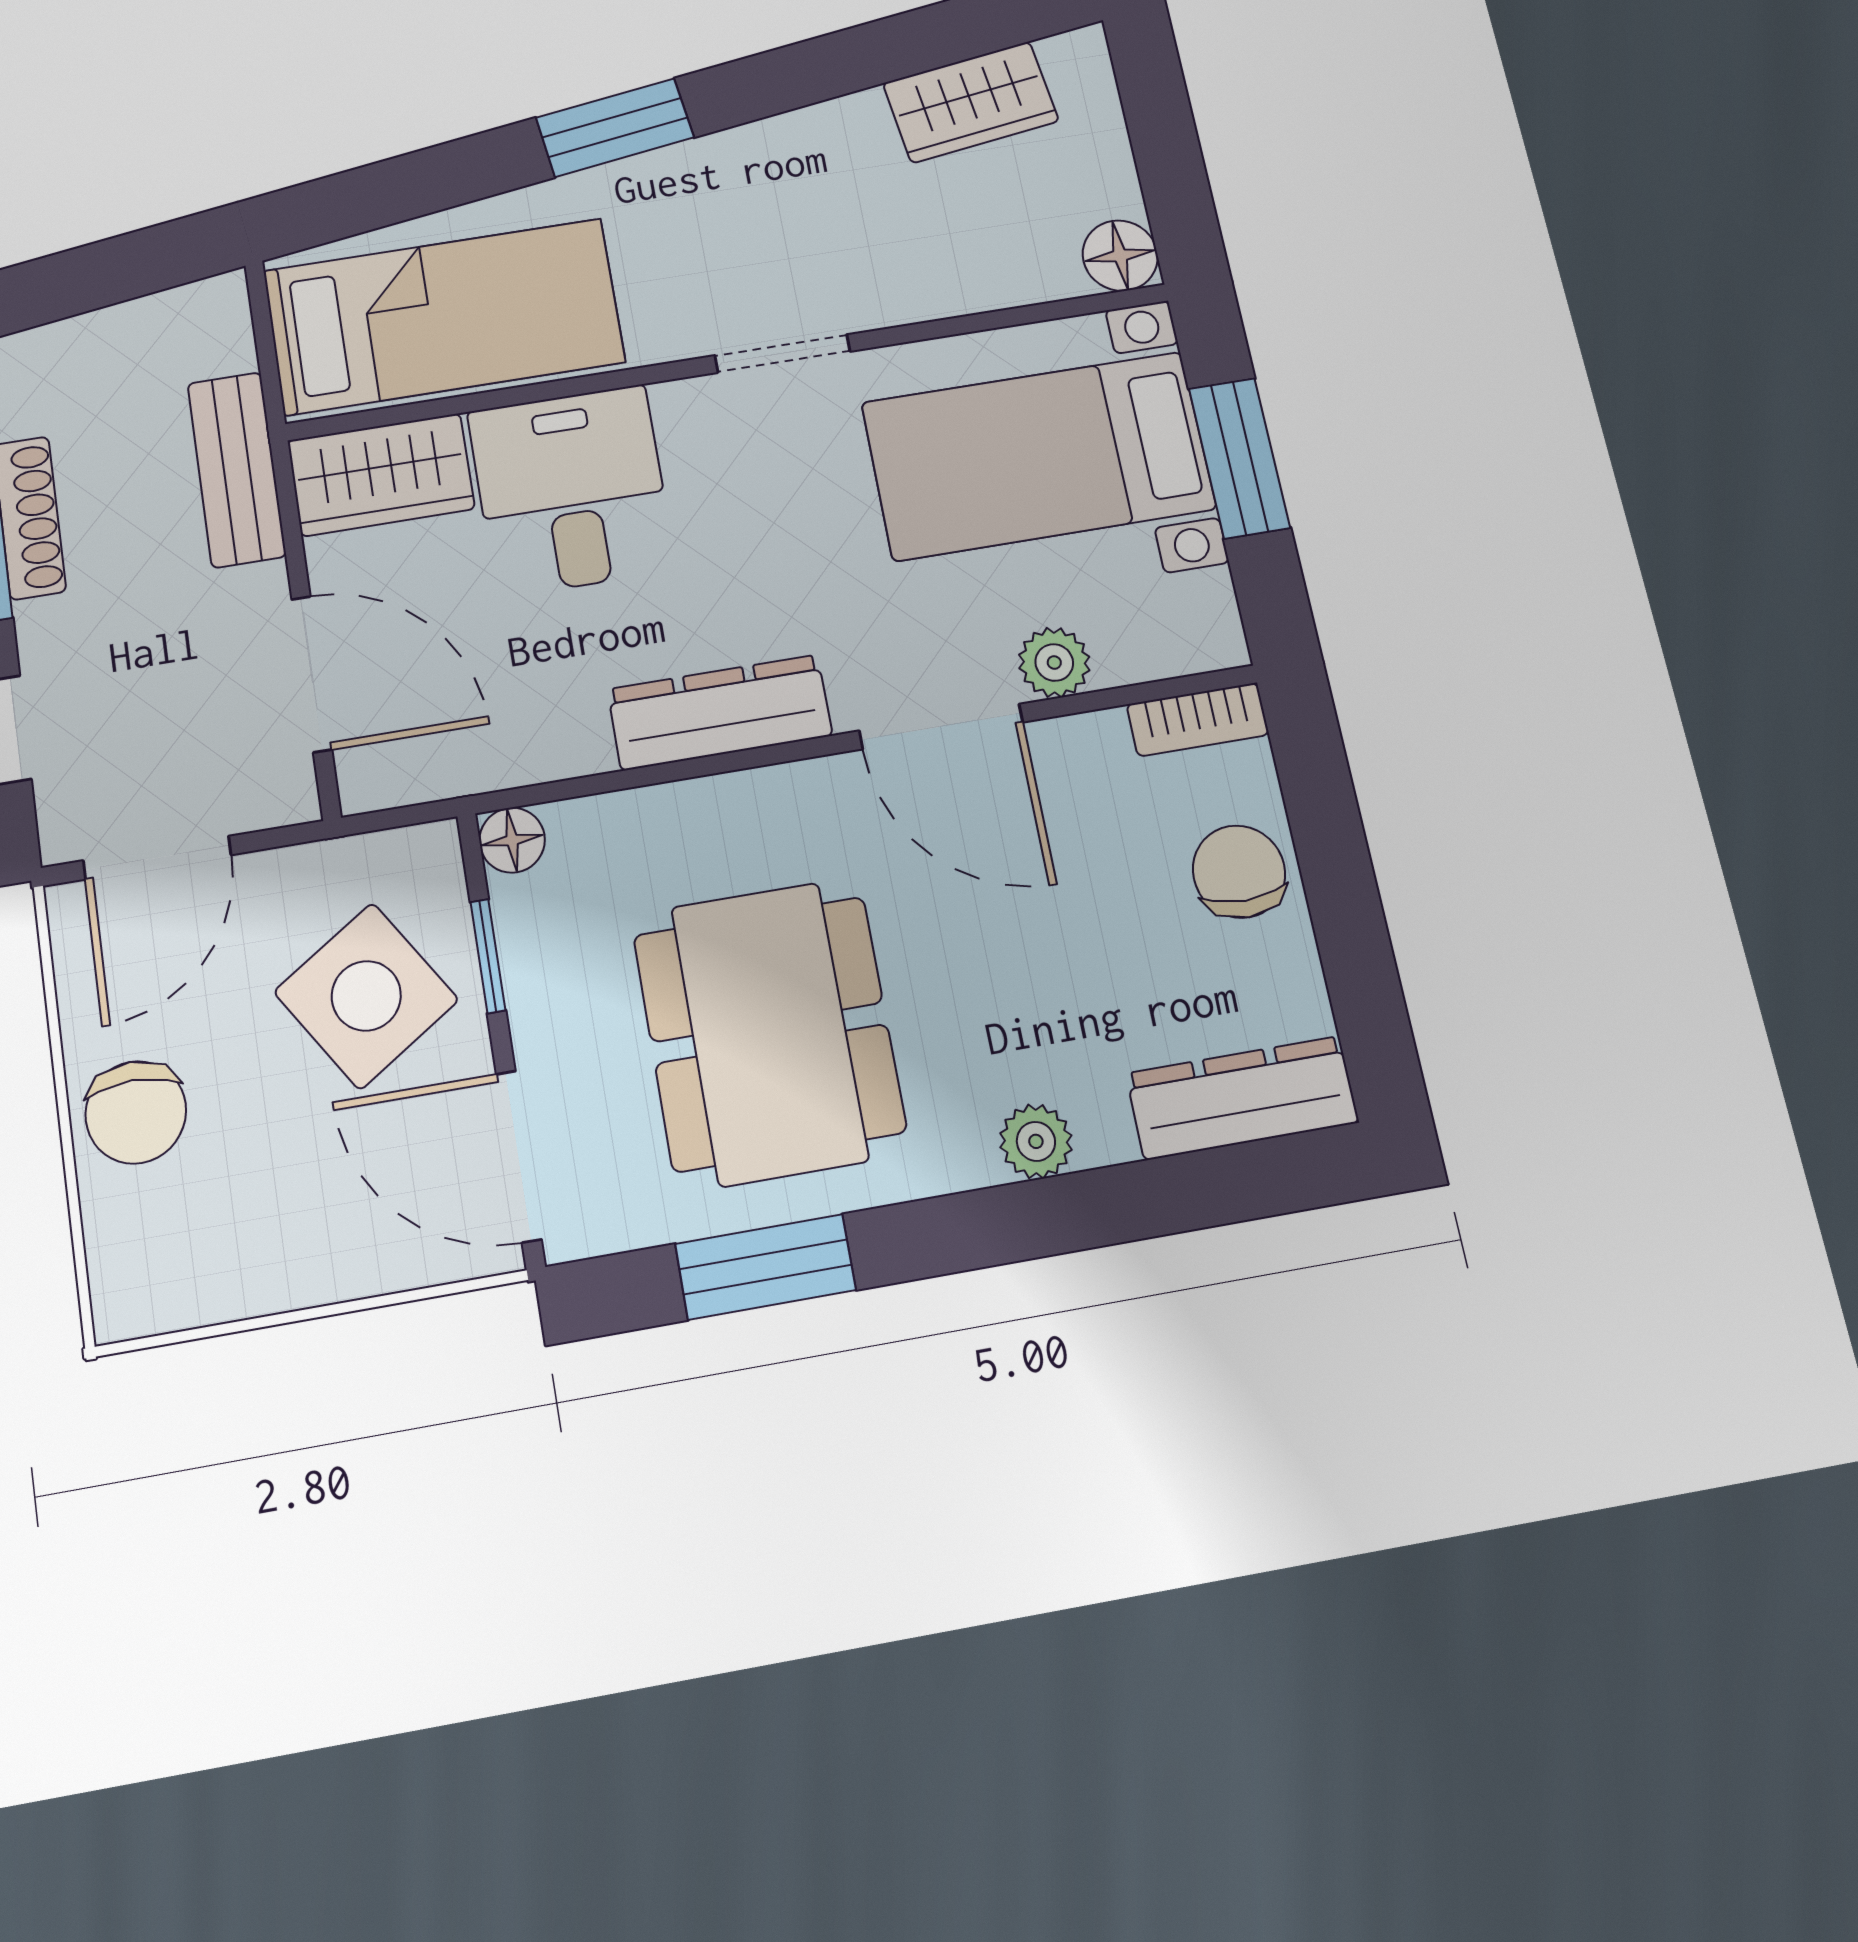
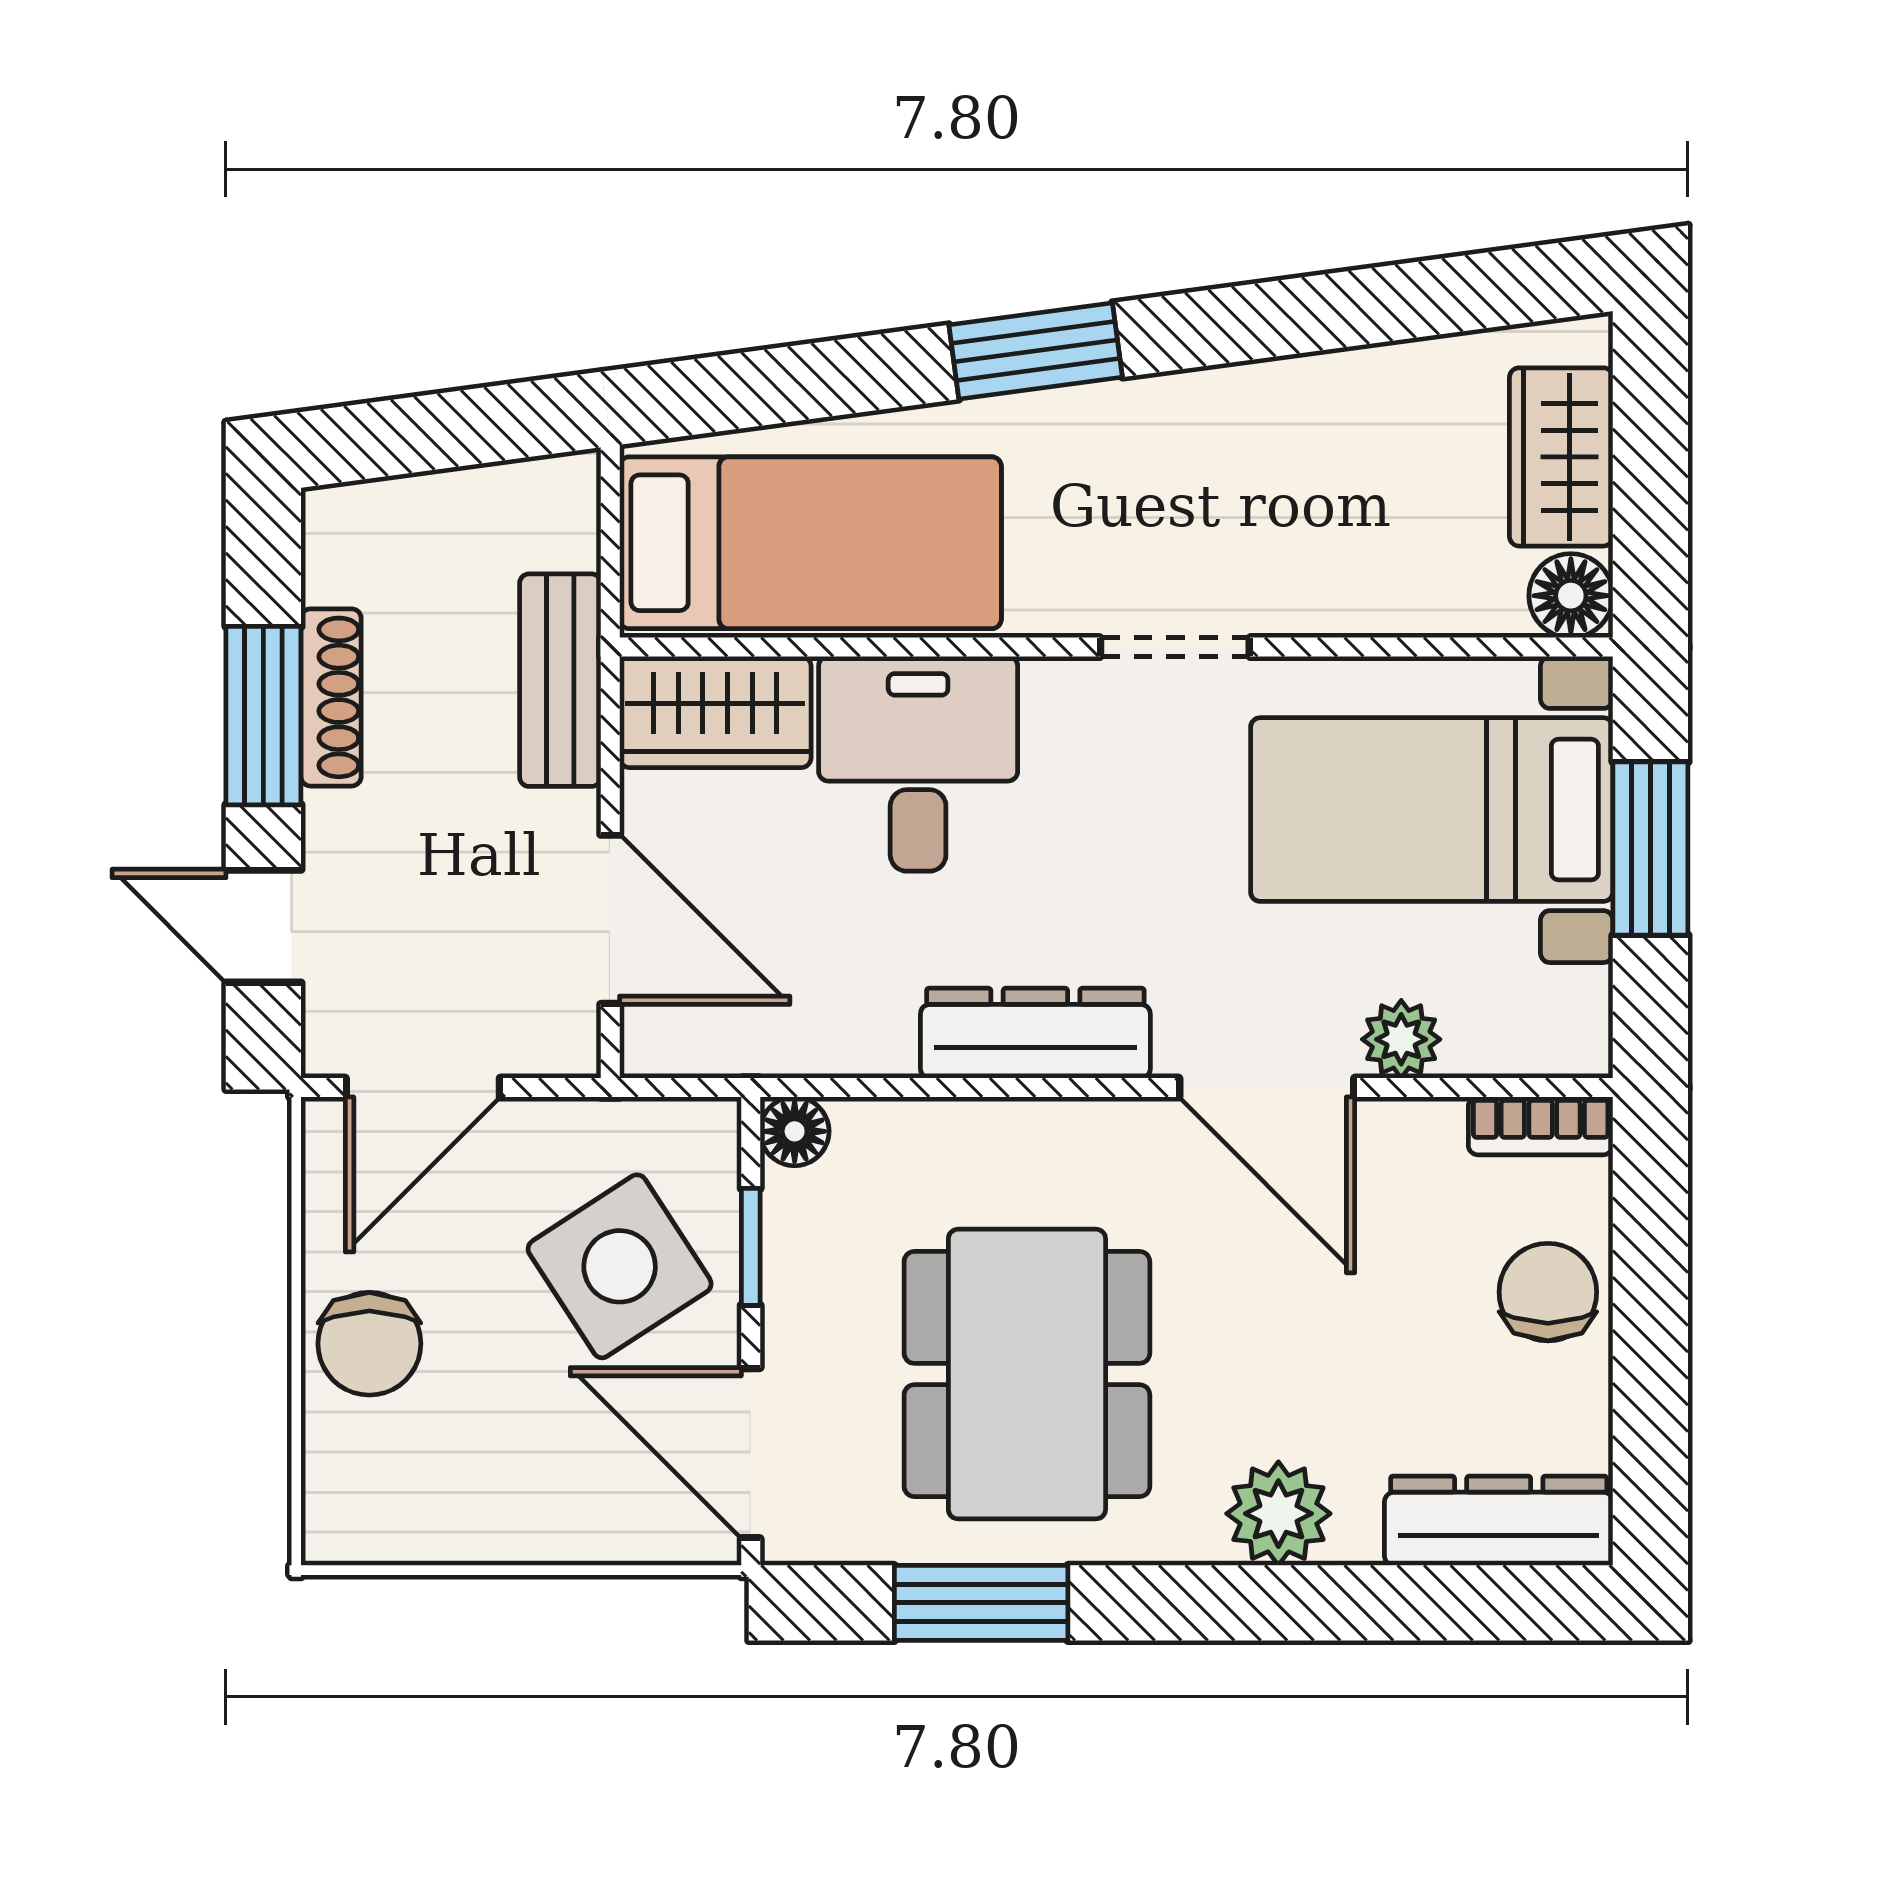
wardrobe: (971, 102) -> (1561, 457), moved, turned 98
plant: (1036, 1141) -> (1278, 1514), width x1.38, depth x1.38

